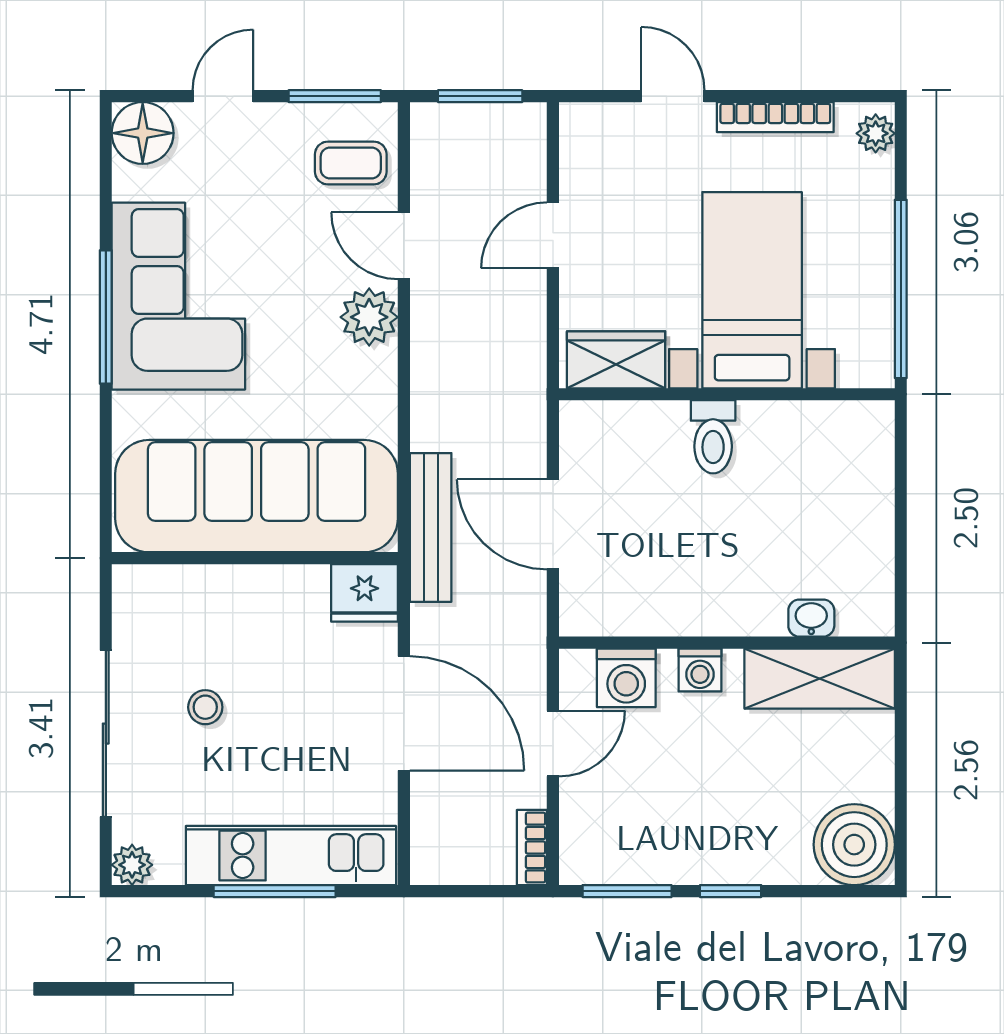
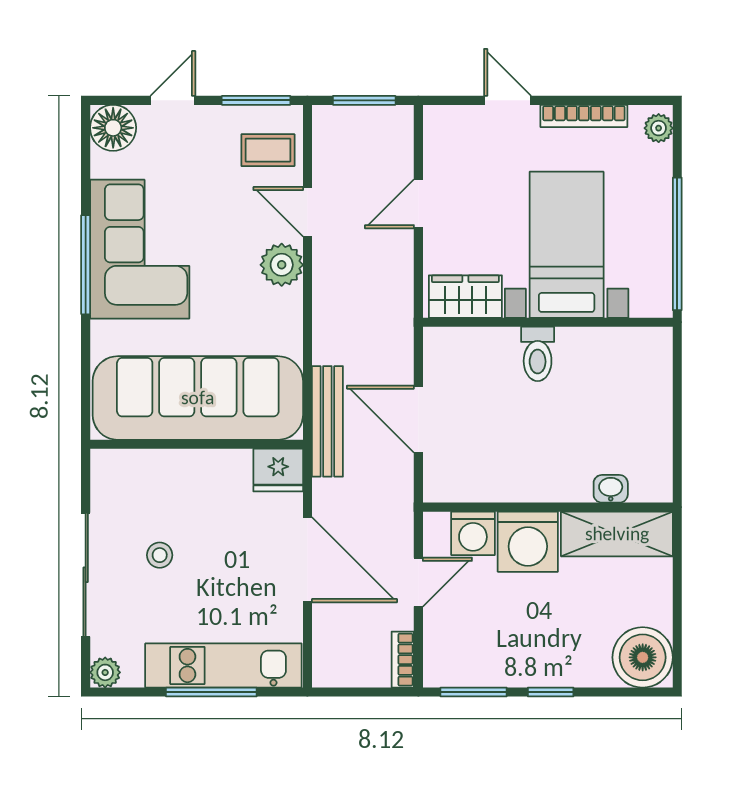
washing machine: (700, 670) -> (528, 542), width x1.89, depth x1.89

